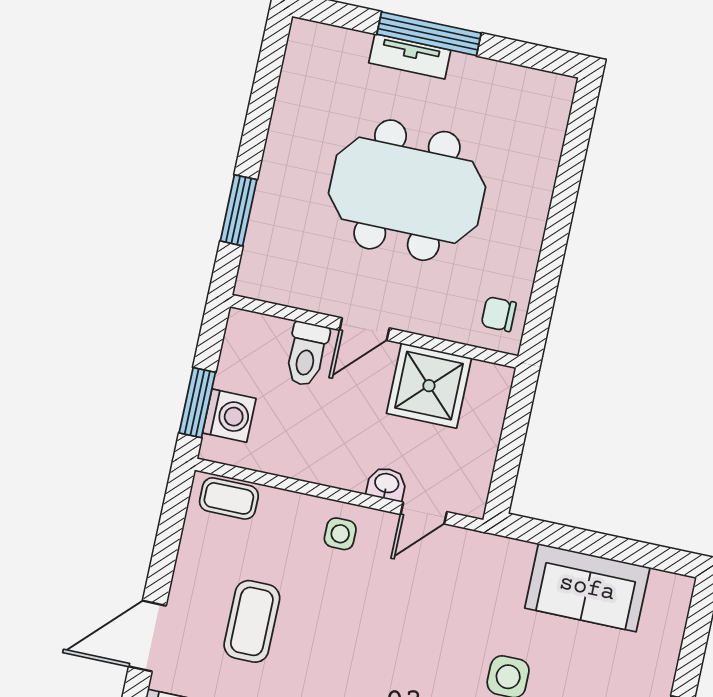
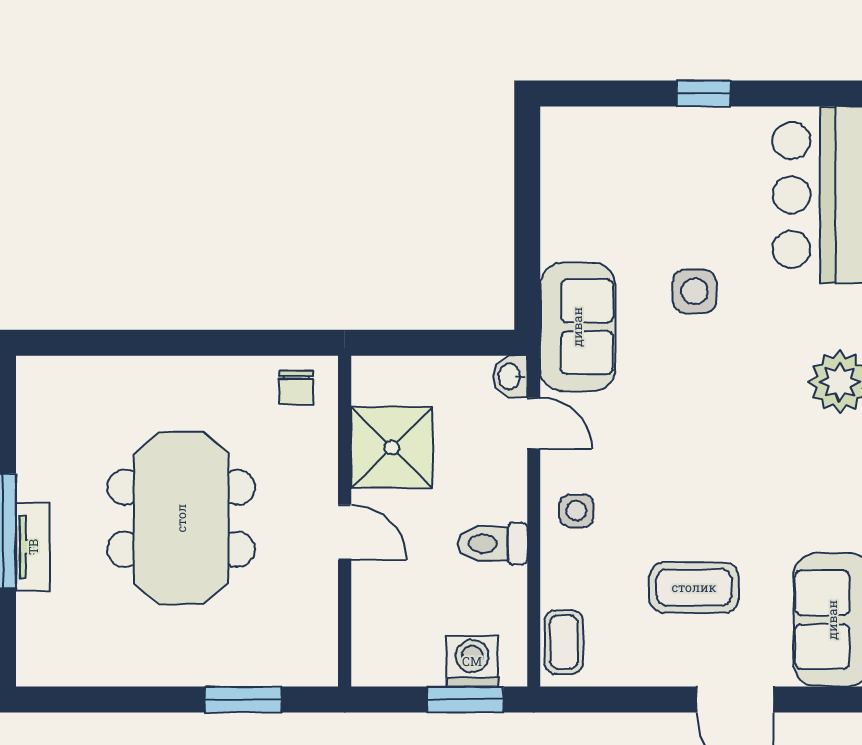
toilet: (307, 354) -> (493, 544), moved, turned 180
washbasin: (387, 484) -> (510, 377), moved
sofa: (587, 588) -> (577, 327), moved

